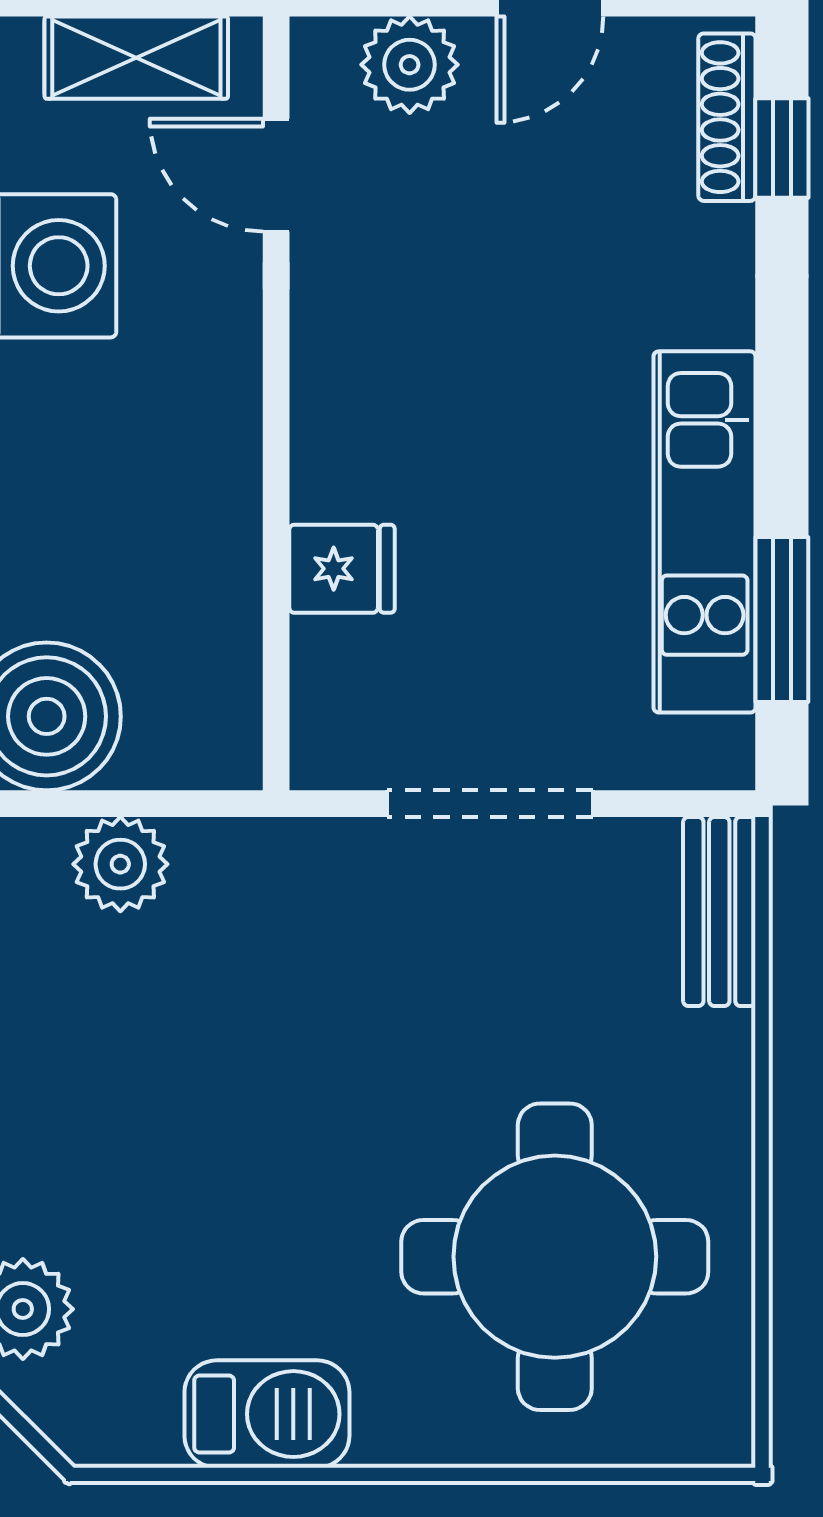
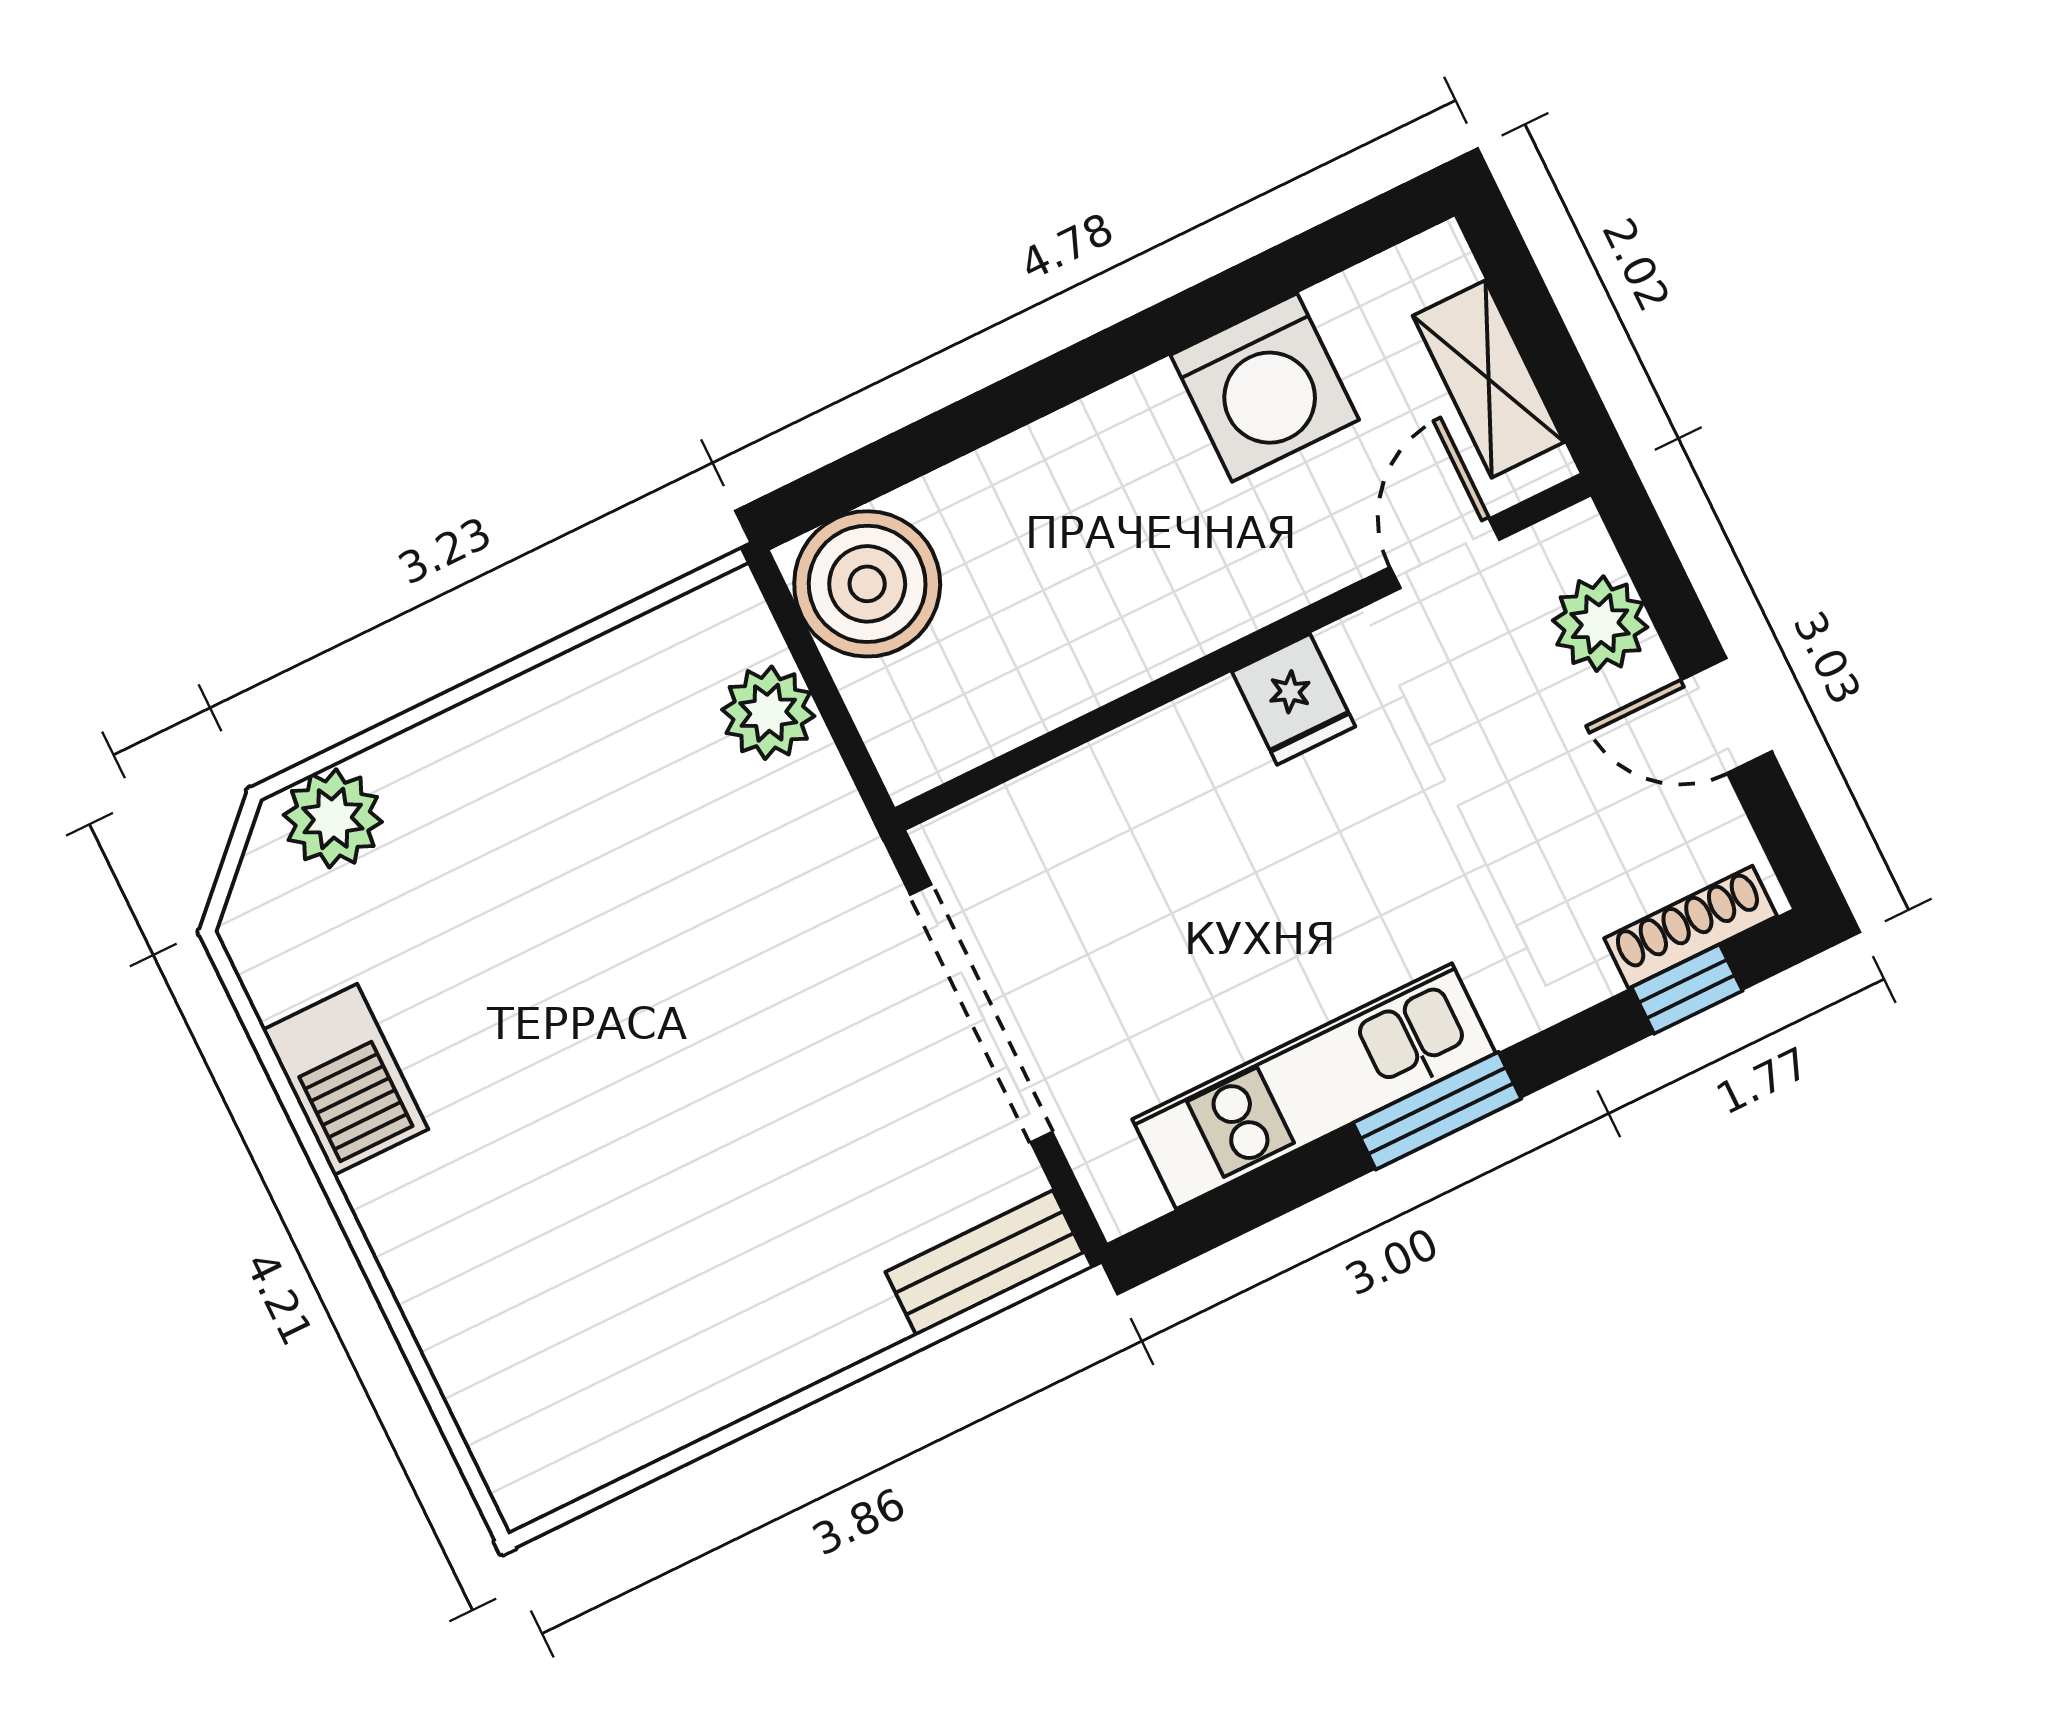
fridge: (342, 569) -> (1294, 699), moved
window: (782, 620) -> (1437, 1111), moved
doorway: (490, 804) -> (981, 1013), width x1.36
round table: (555, 1257) -> (608, 1266), removed

